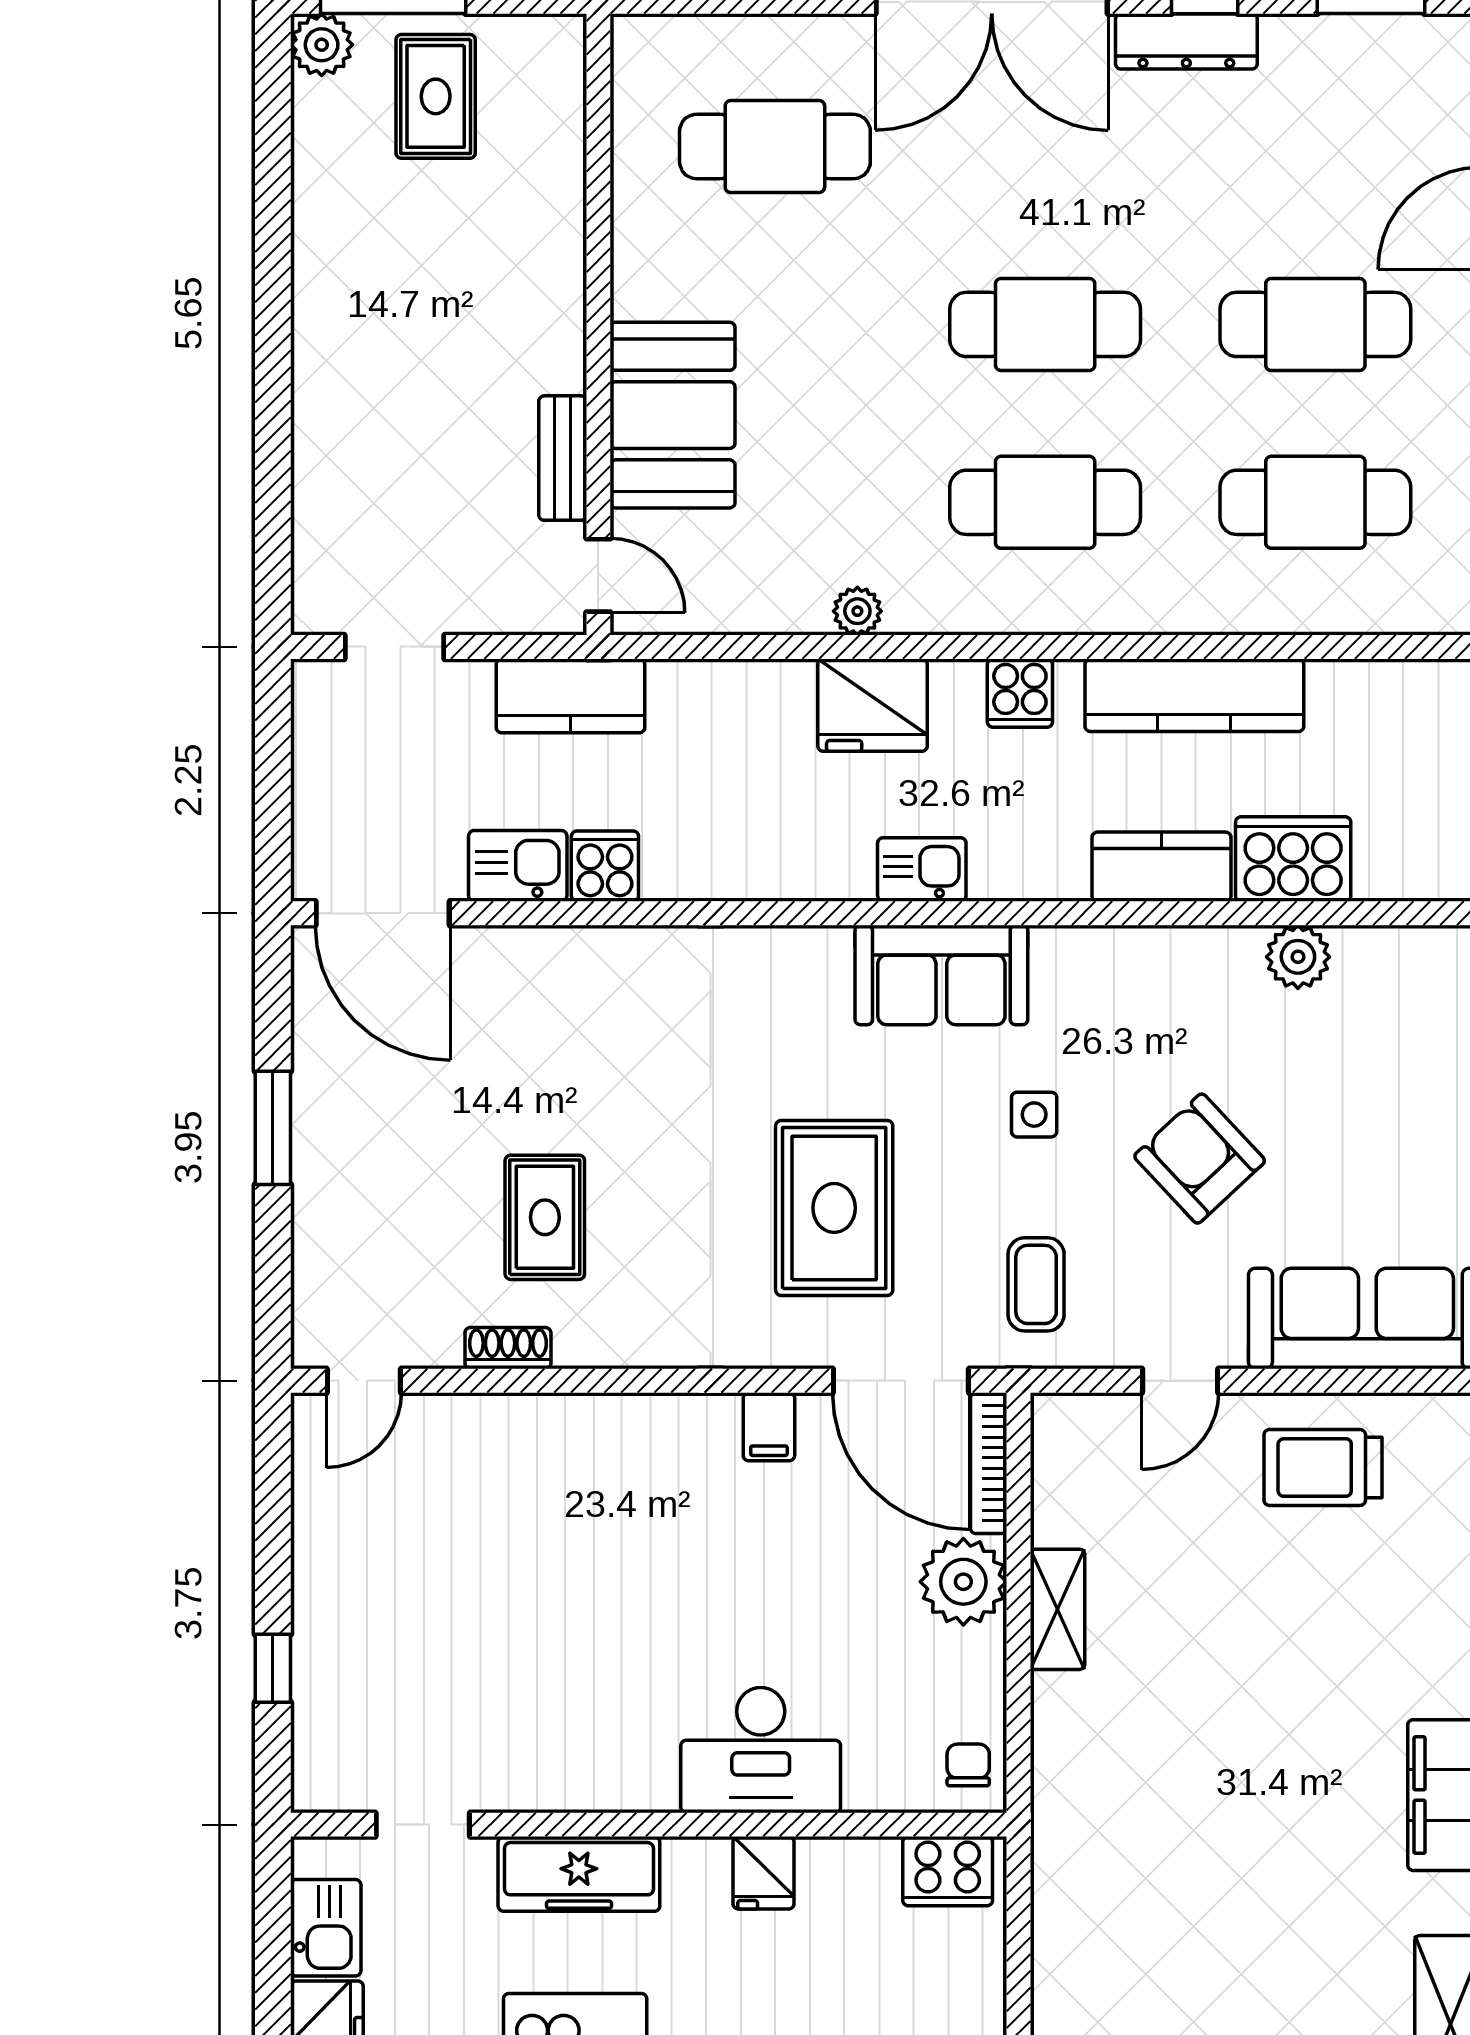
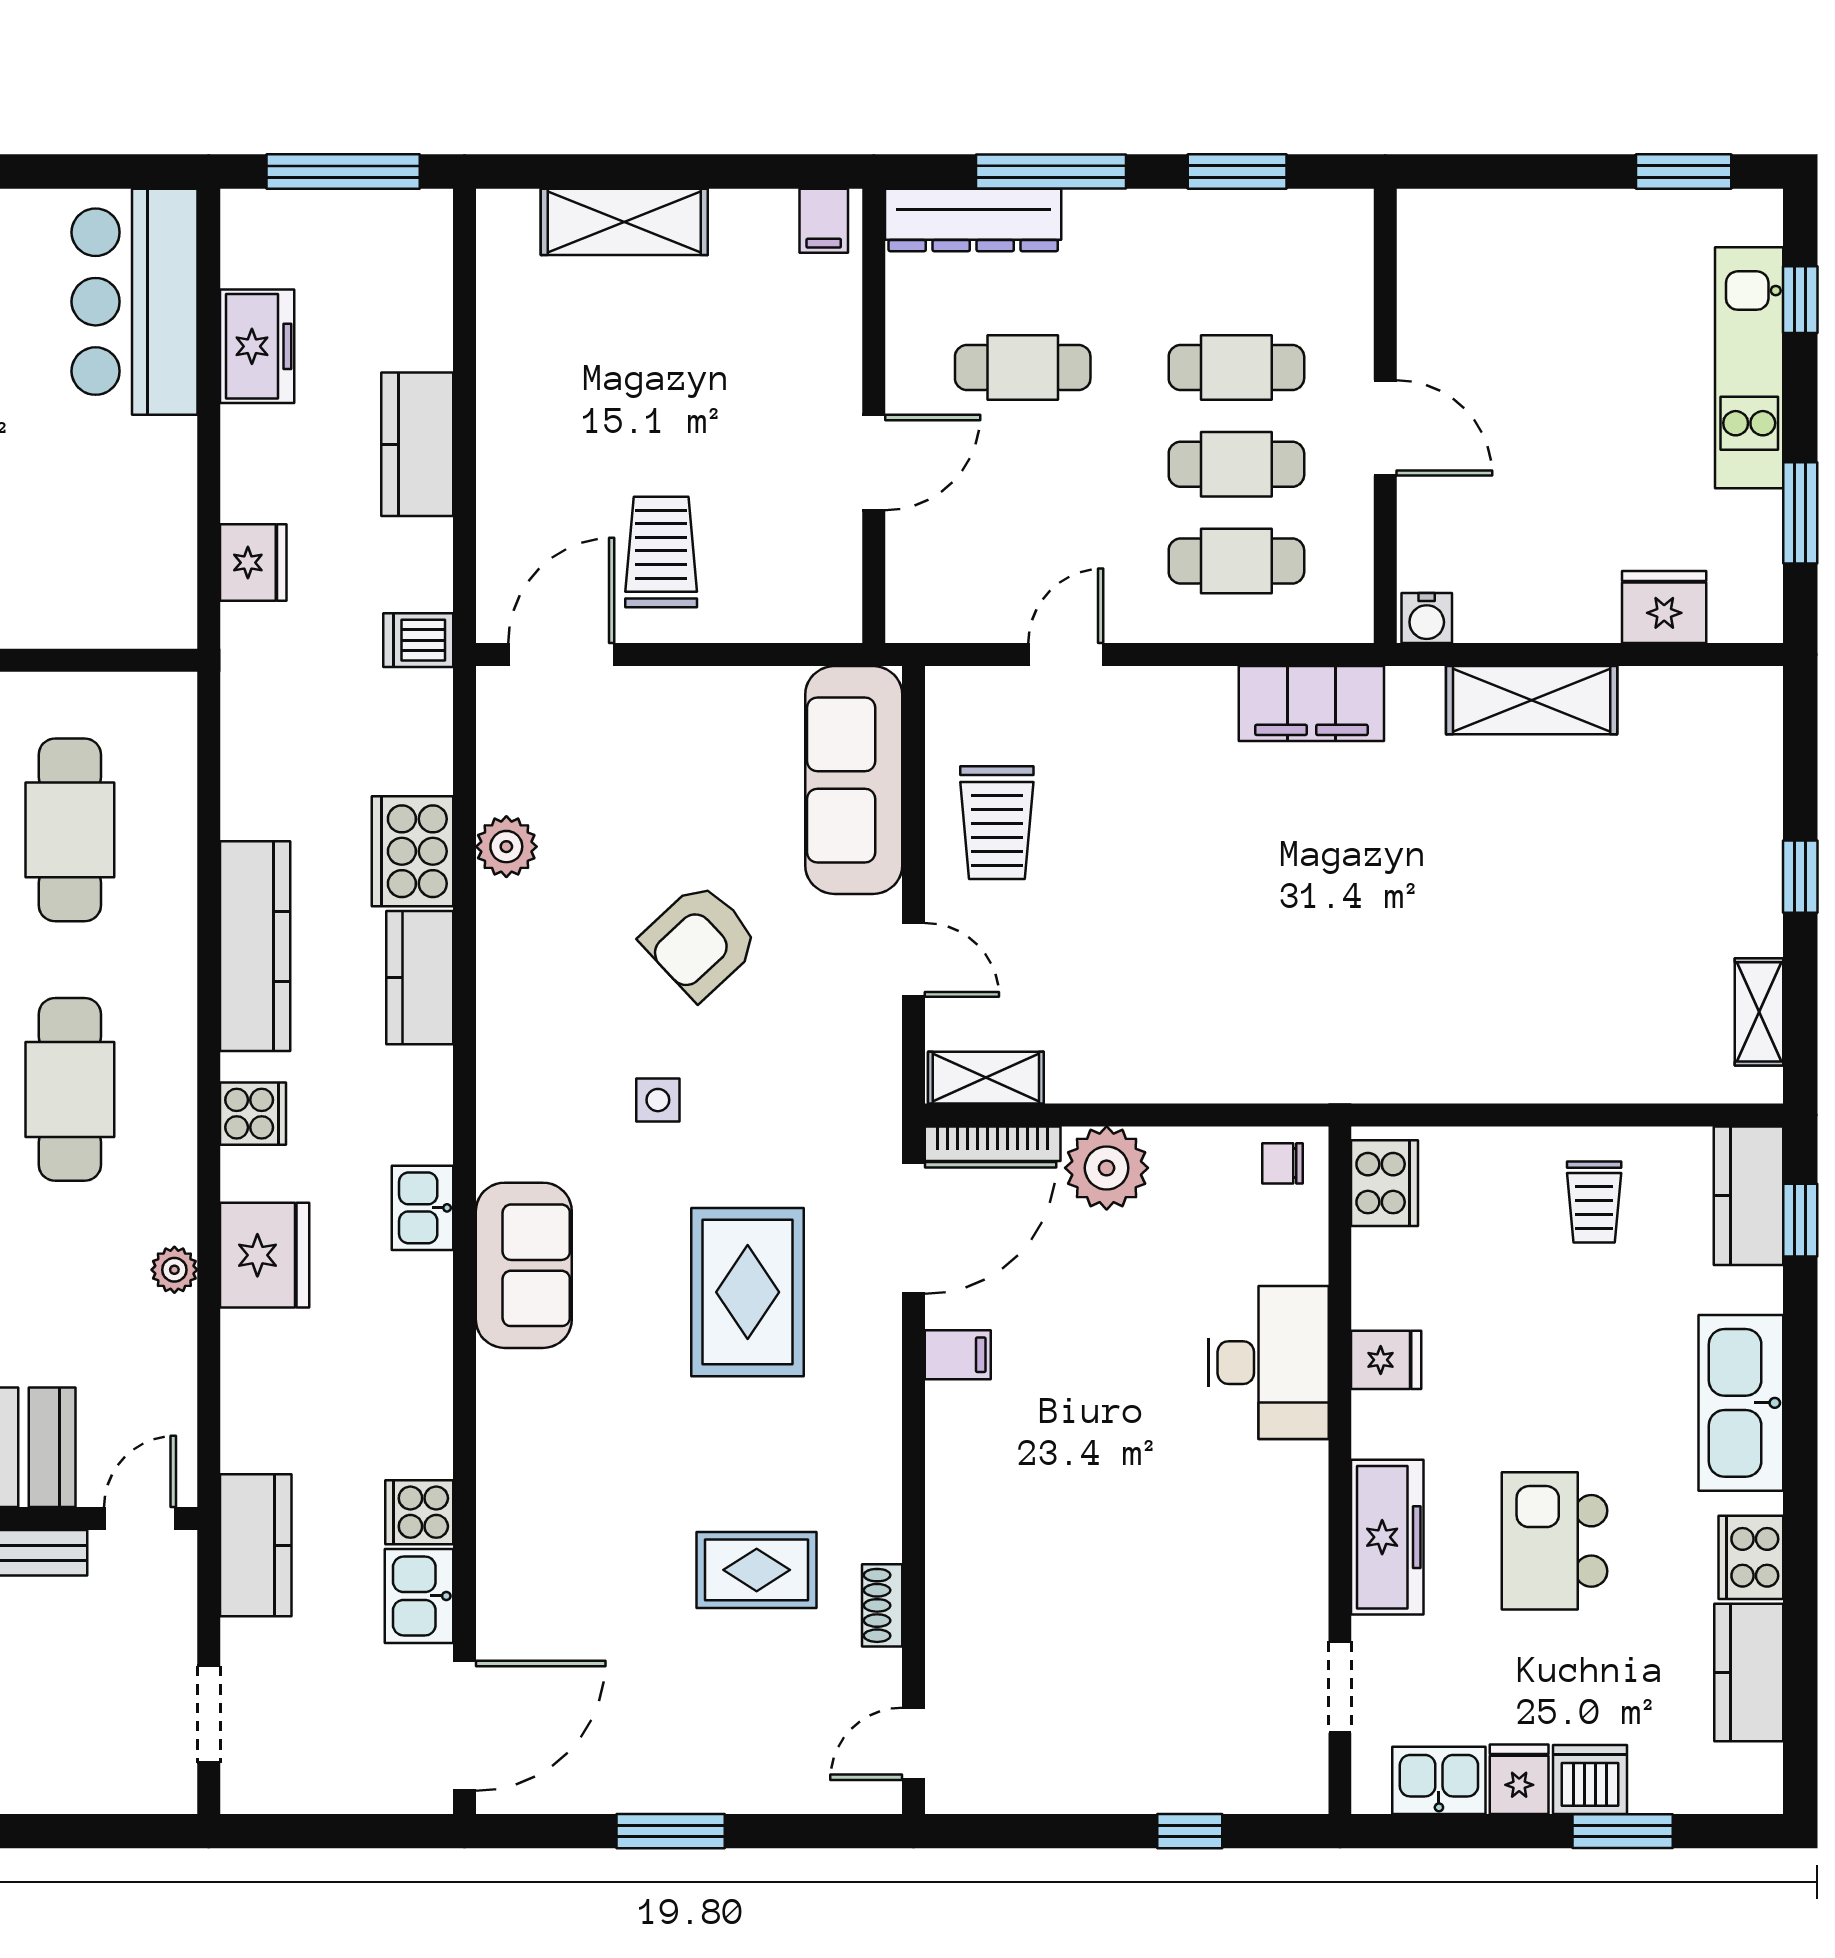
sofa: (941, 975) -> (524, 1265), moved
rug: (834, 1208) -> (748, 1292), turned 90
coffee table: (1036, 1284) -> (821, 1098), removed
door: (364, 1381) -> (914, 1744), swing flipped
shelving: (1057, 1609) -> (986, 1078), moved

